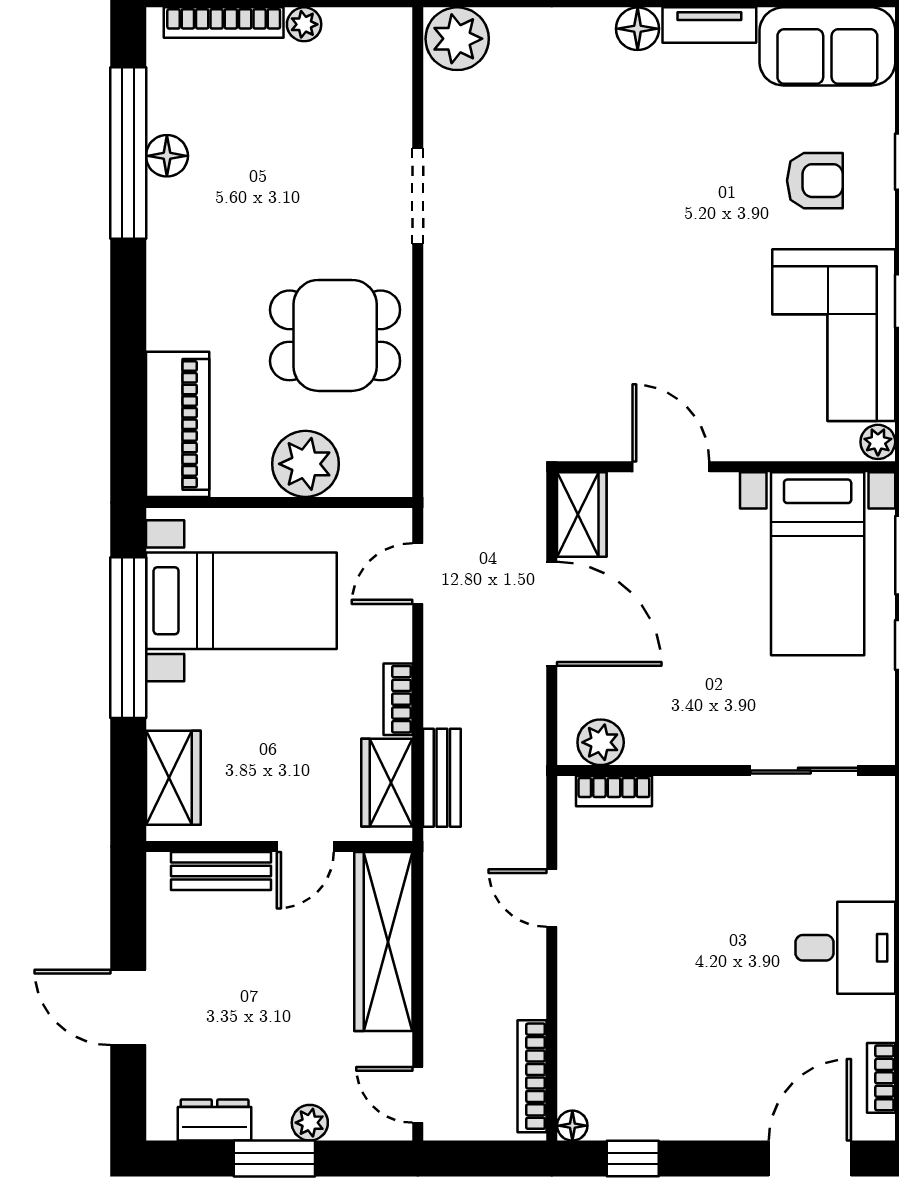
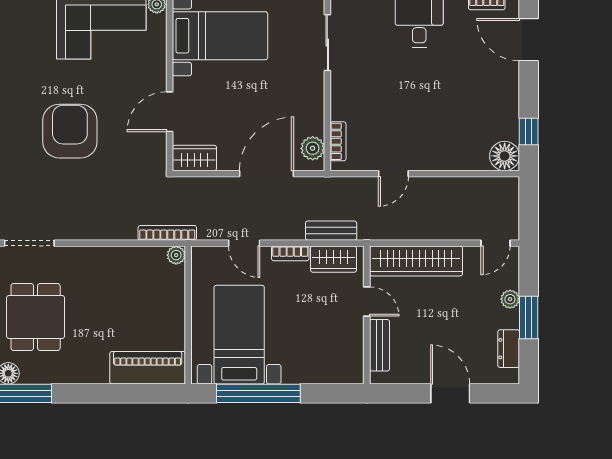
armchair: (815, 181) -> (70, 131), moved, width x1.88, depth x1.88
dining table: (335, 335) -> (36, 317), moved
plant: (305, 464) -> (176, 255), moved, width x0.53, depth x0.53
door: (418, 574) -> (244, 243), moved
door: (552, 614) -> (267, 174), moved
wardrobe: (173, 778) -> (331, 370), removed
door: (128, 1007) -> (450, 393), swing flipped
bookcase: (532, 1076) -> (167, 233), moved, turned 180
floor lamp: (572, 1126) -> (505, 156), width x1.89, depth x1.89

